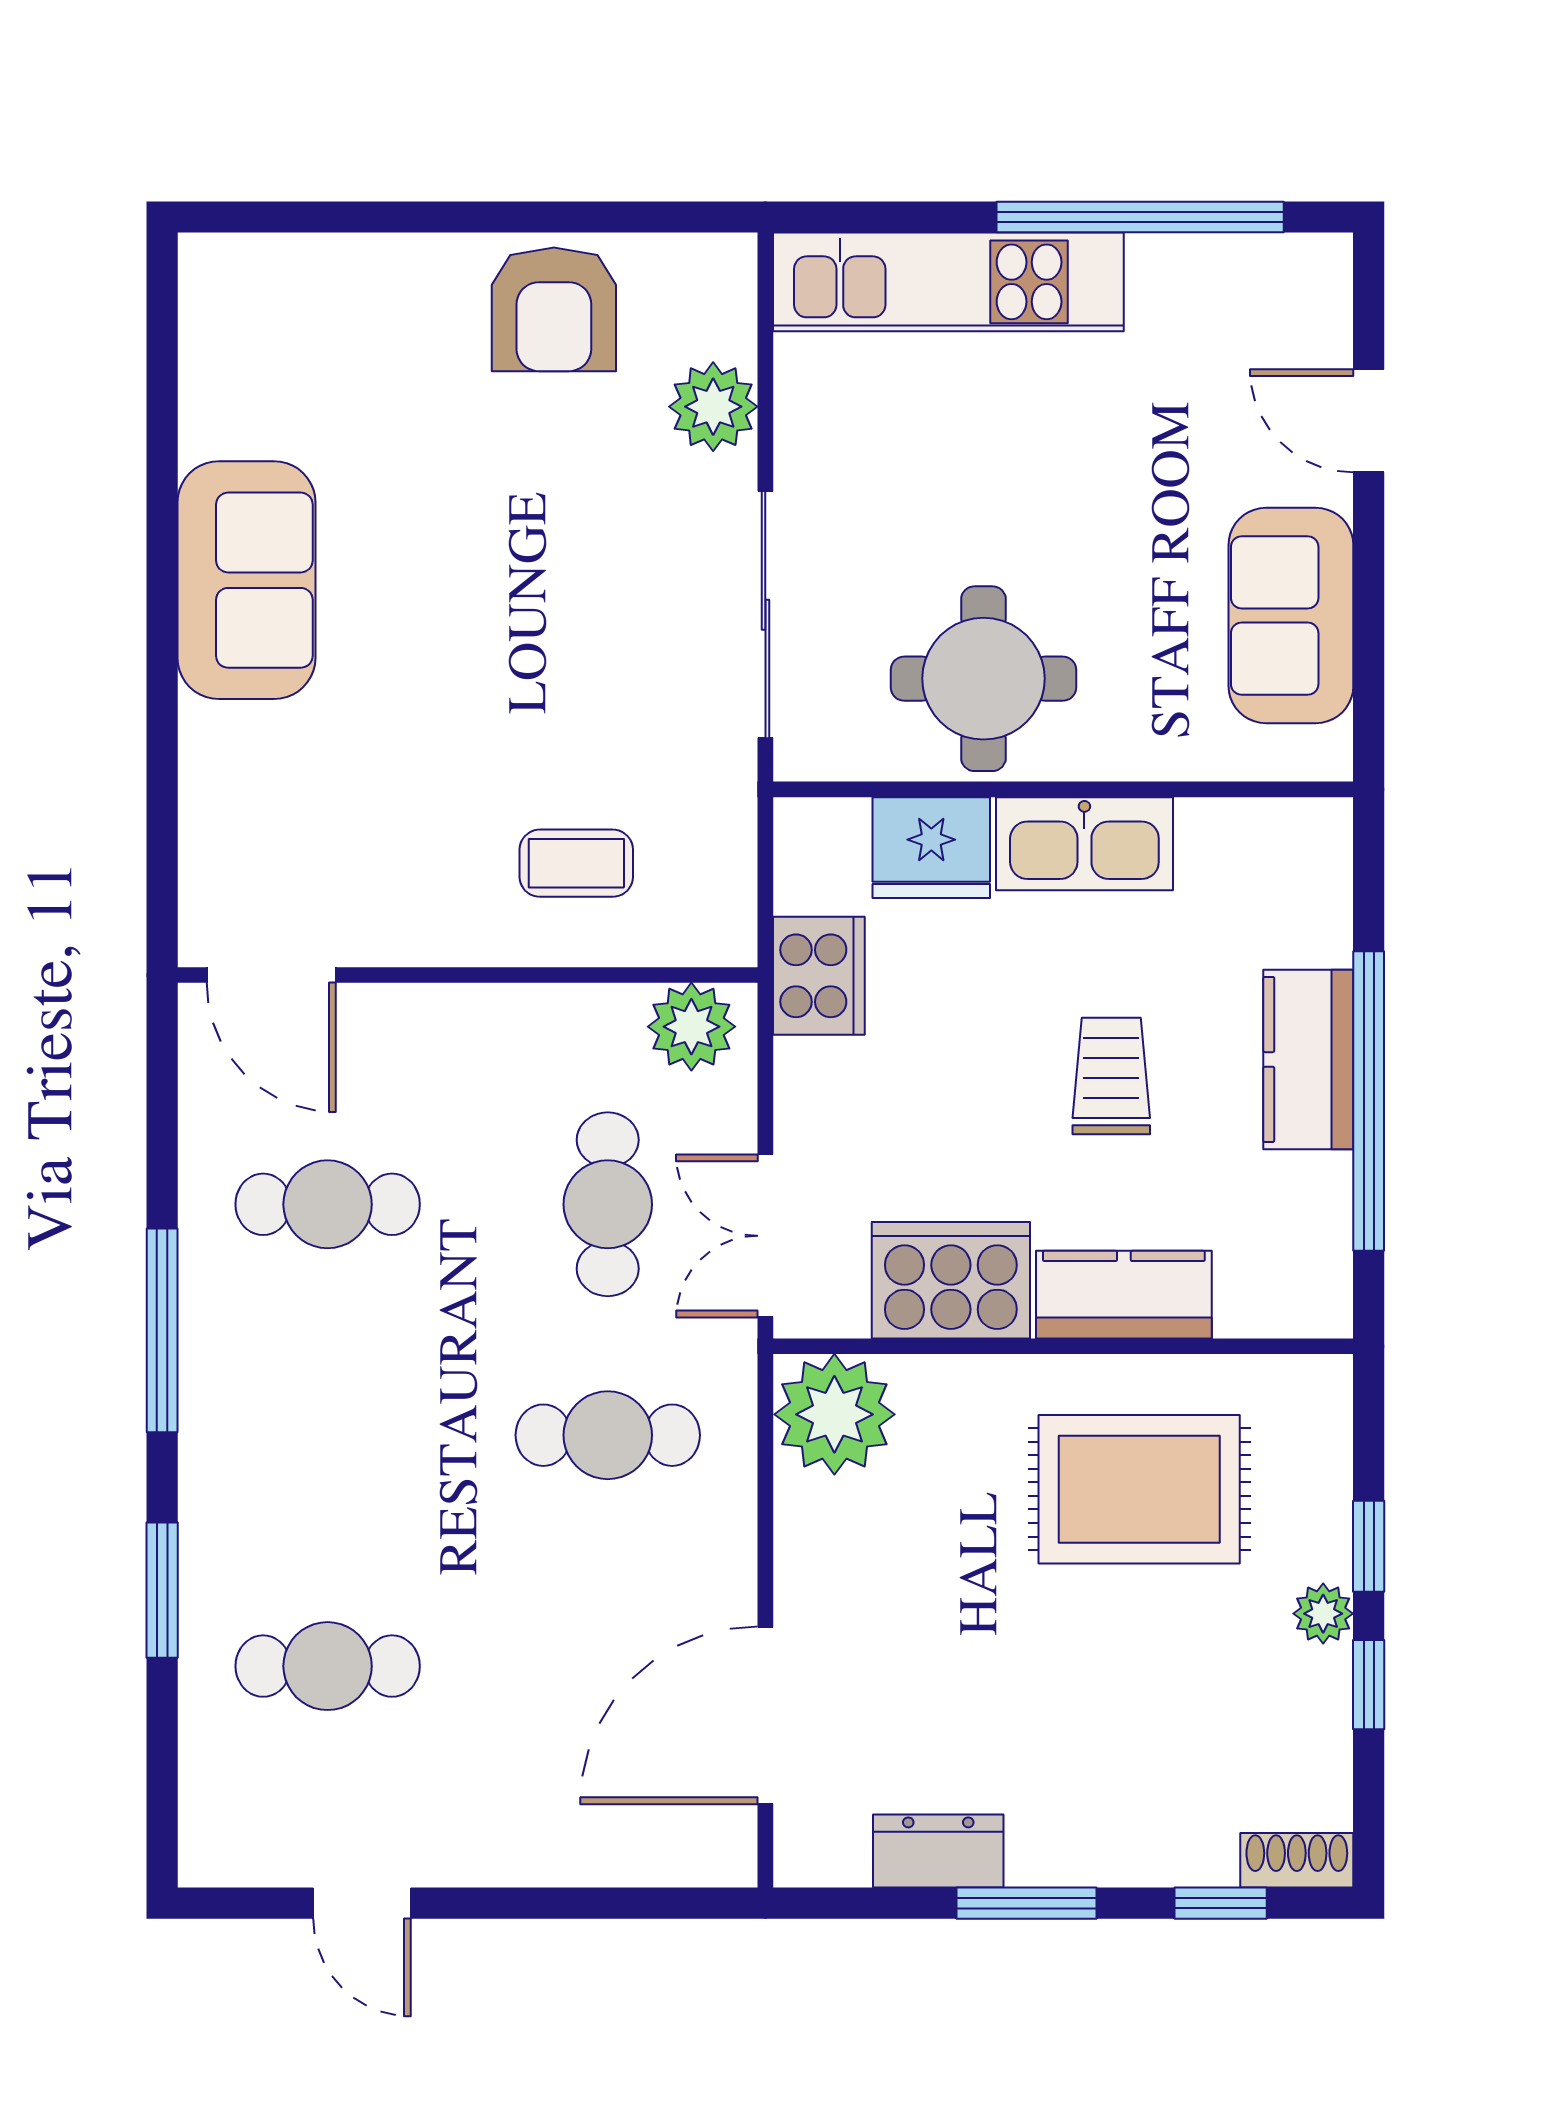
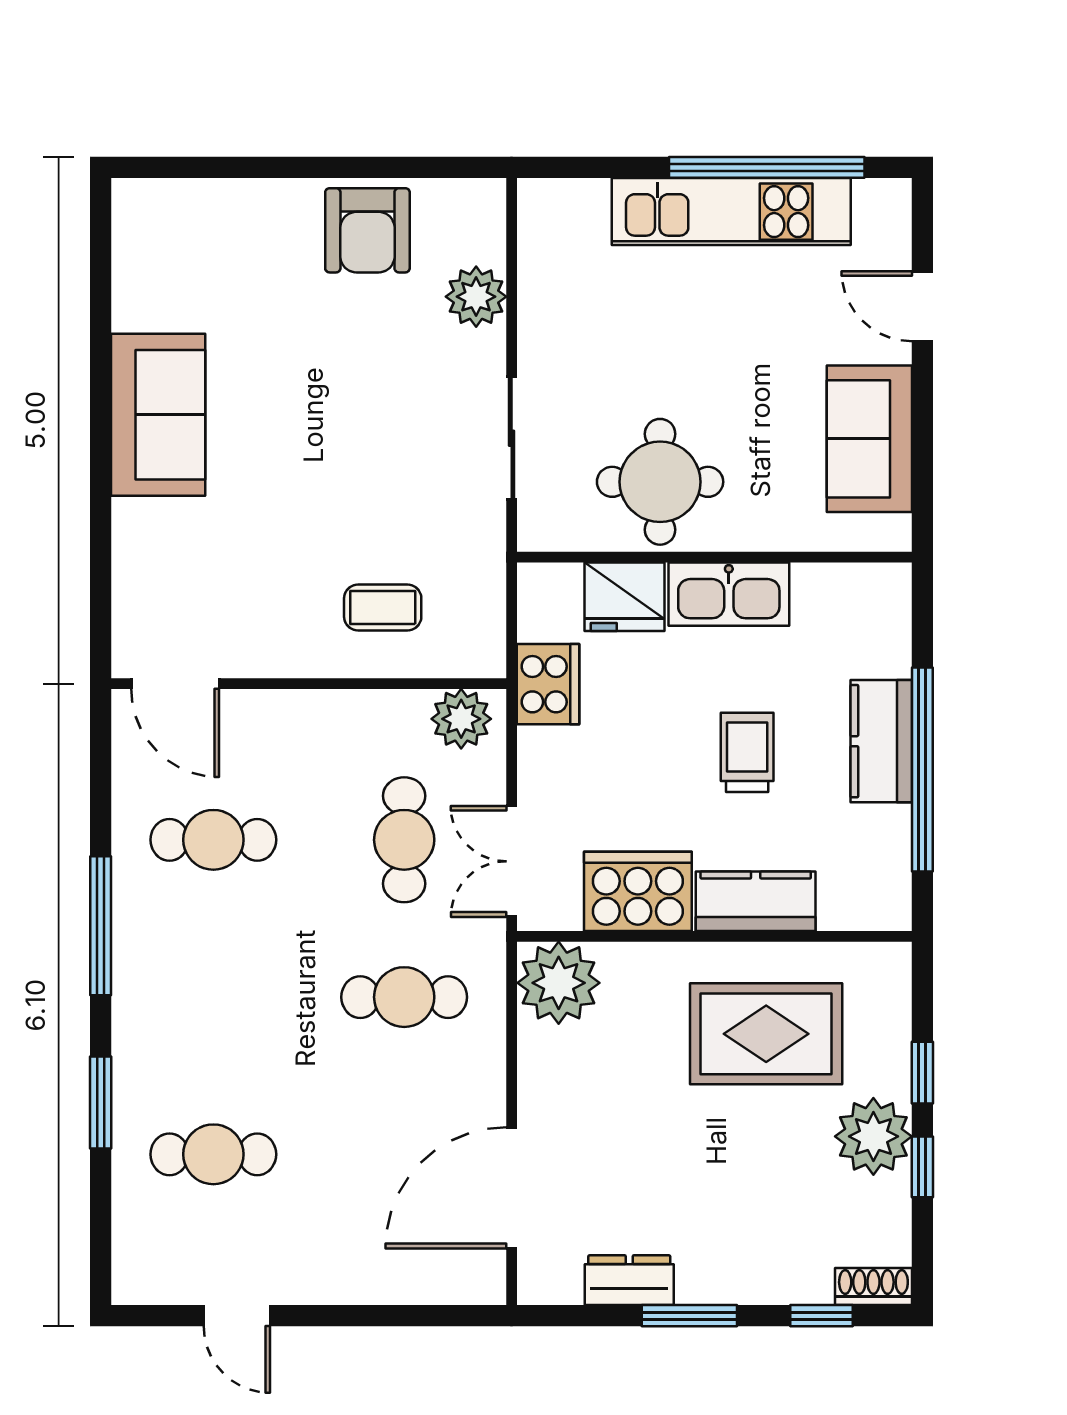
kitchen unit: (948, 282) -> (731, 212), moved
sliding door: (765, 615) -> (512, 438), width x0.73
plant: (1323, 1614) -> (873, 1136), width x1.87, depth x1.87

